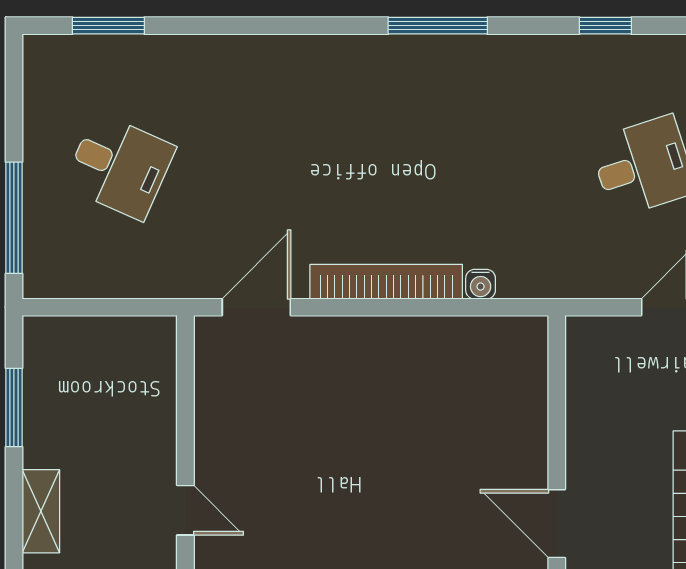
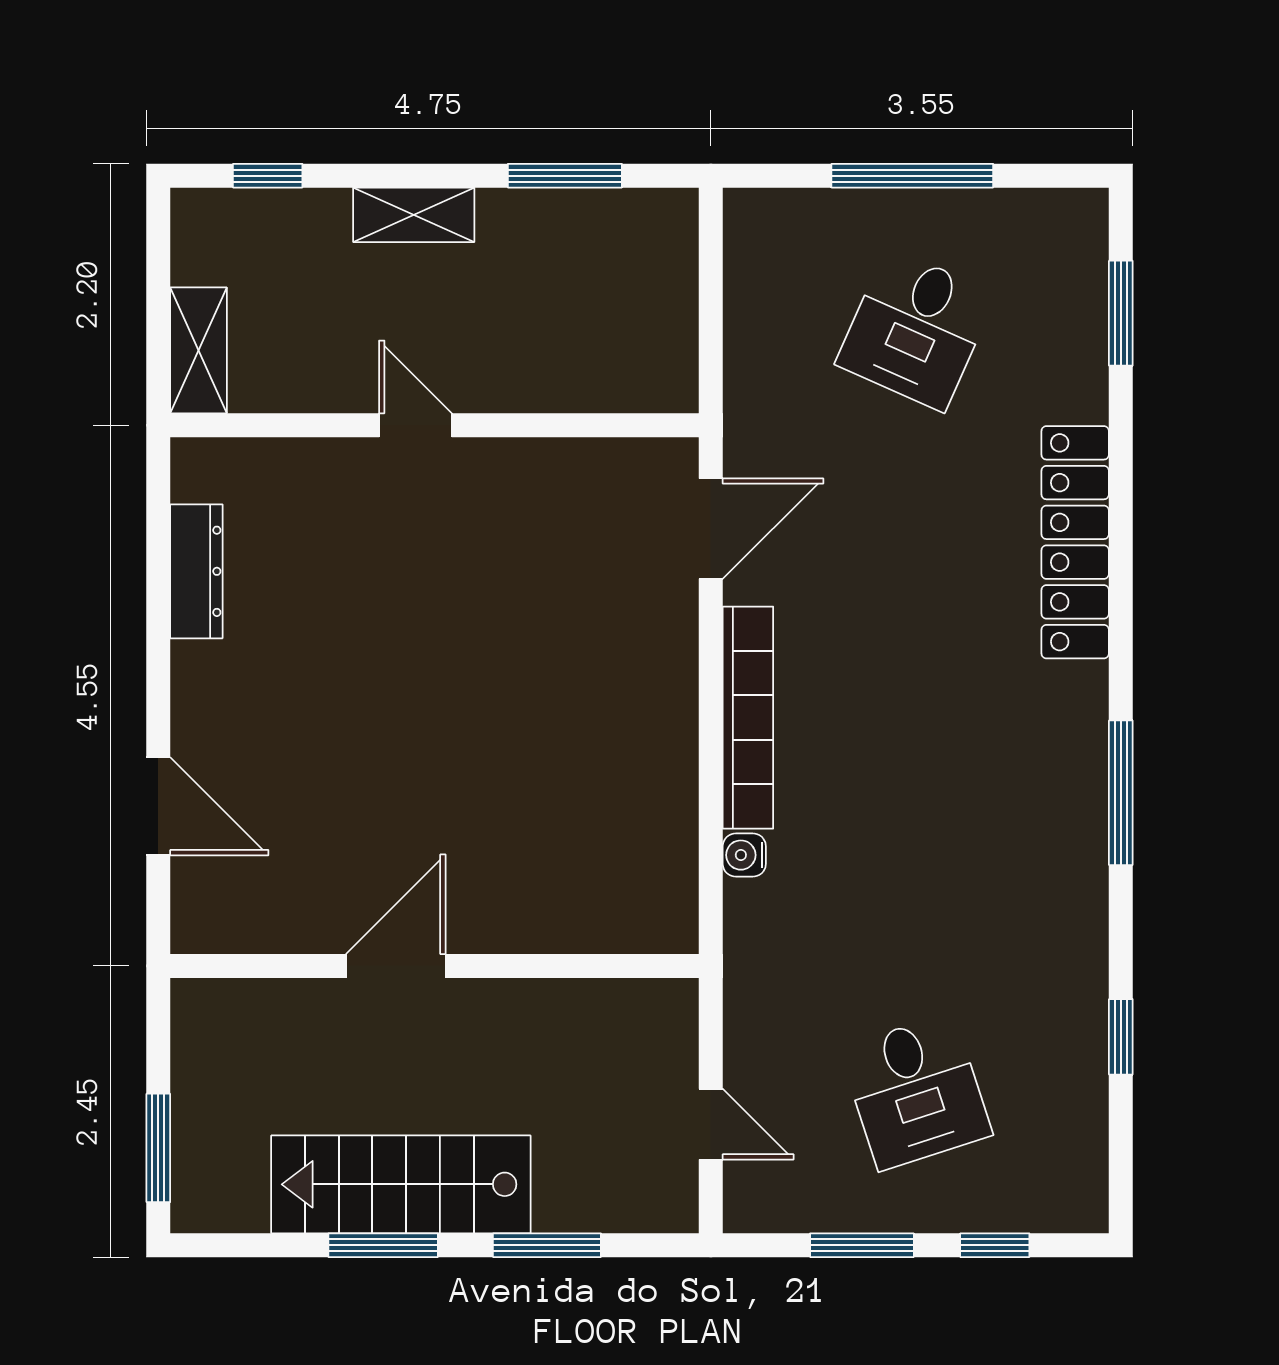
locker: (266, 57) -> (1075, 542), added
window: (14, 218) -> (912, 176), moved
door: (256, 307) -> (711, 529), hinge flipped
door: (185, 510) -> (415, 425), swing flipped

